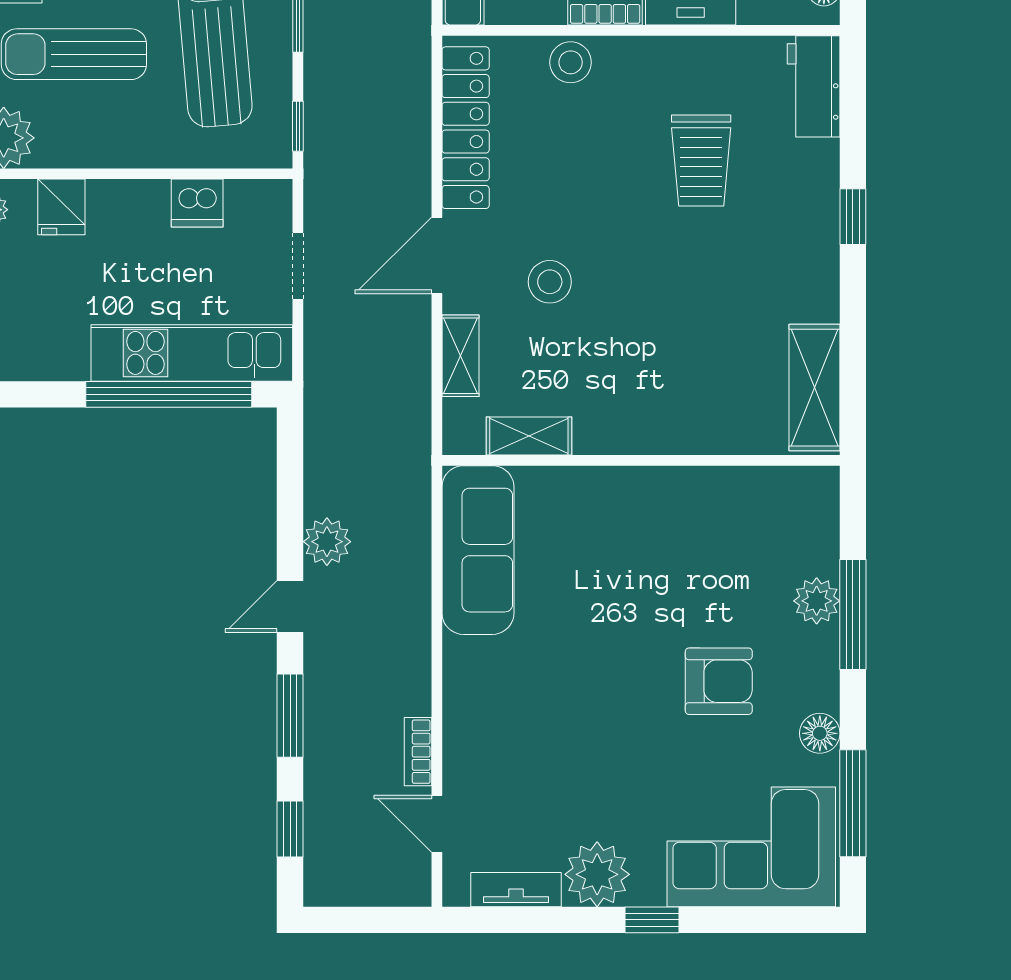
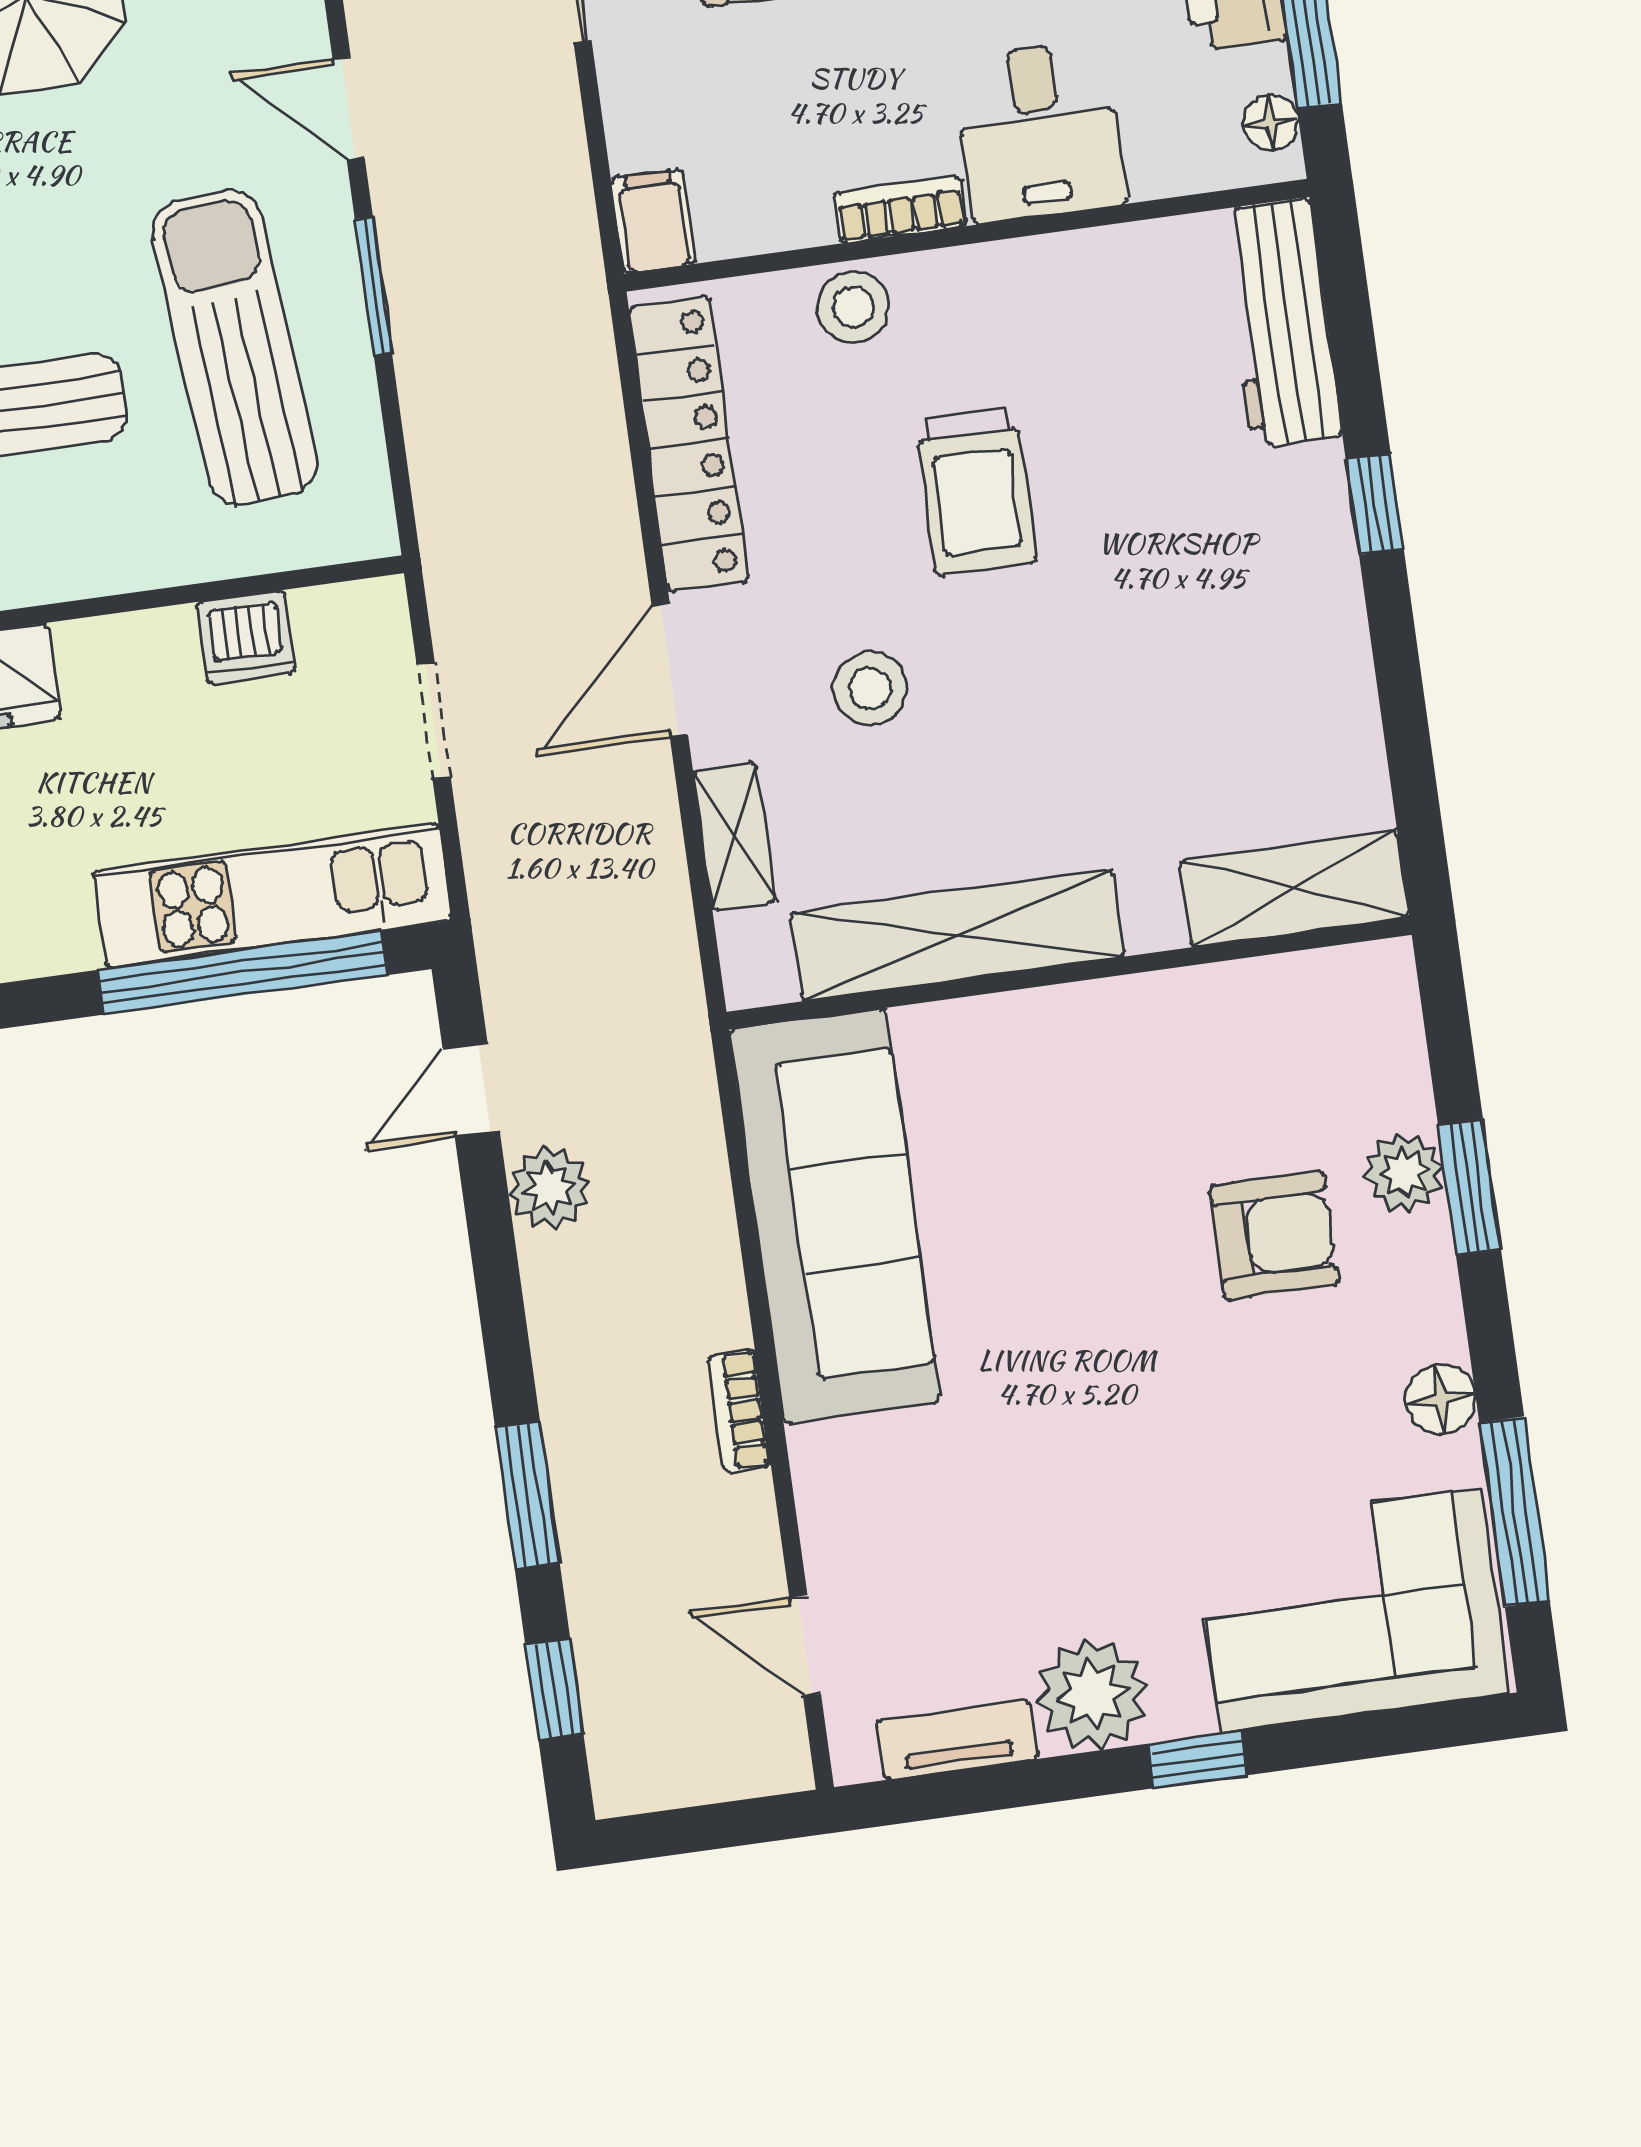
workbench: (814, 86) -> (1281, 323), width x1.38
window: (298, 126) -> (400, 482), removed
trolley: (701, 161) -> (976, 491), moved
shelving: (815, 388) -> (1294, 889), moved, turned 90
shelving: (529, 436) -> (957, 935), width x2.20, depth x1.33
sofa: (478, 550) -> (834, 1216), width x1.36, depth x1.27
door: (290, 606) -> (471, 1090), moved
window: (853, 614) -> (1470, 1187), width x0.69
armchair: (719, 681) -> (1274, 1235), moved
bookcase: (418, 752) -> (740, 1411), moved

